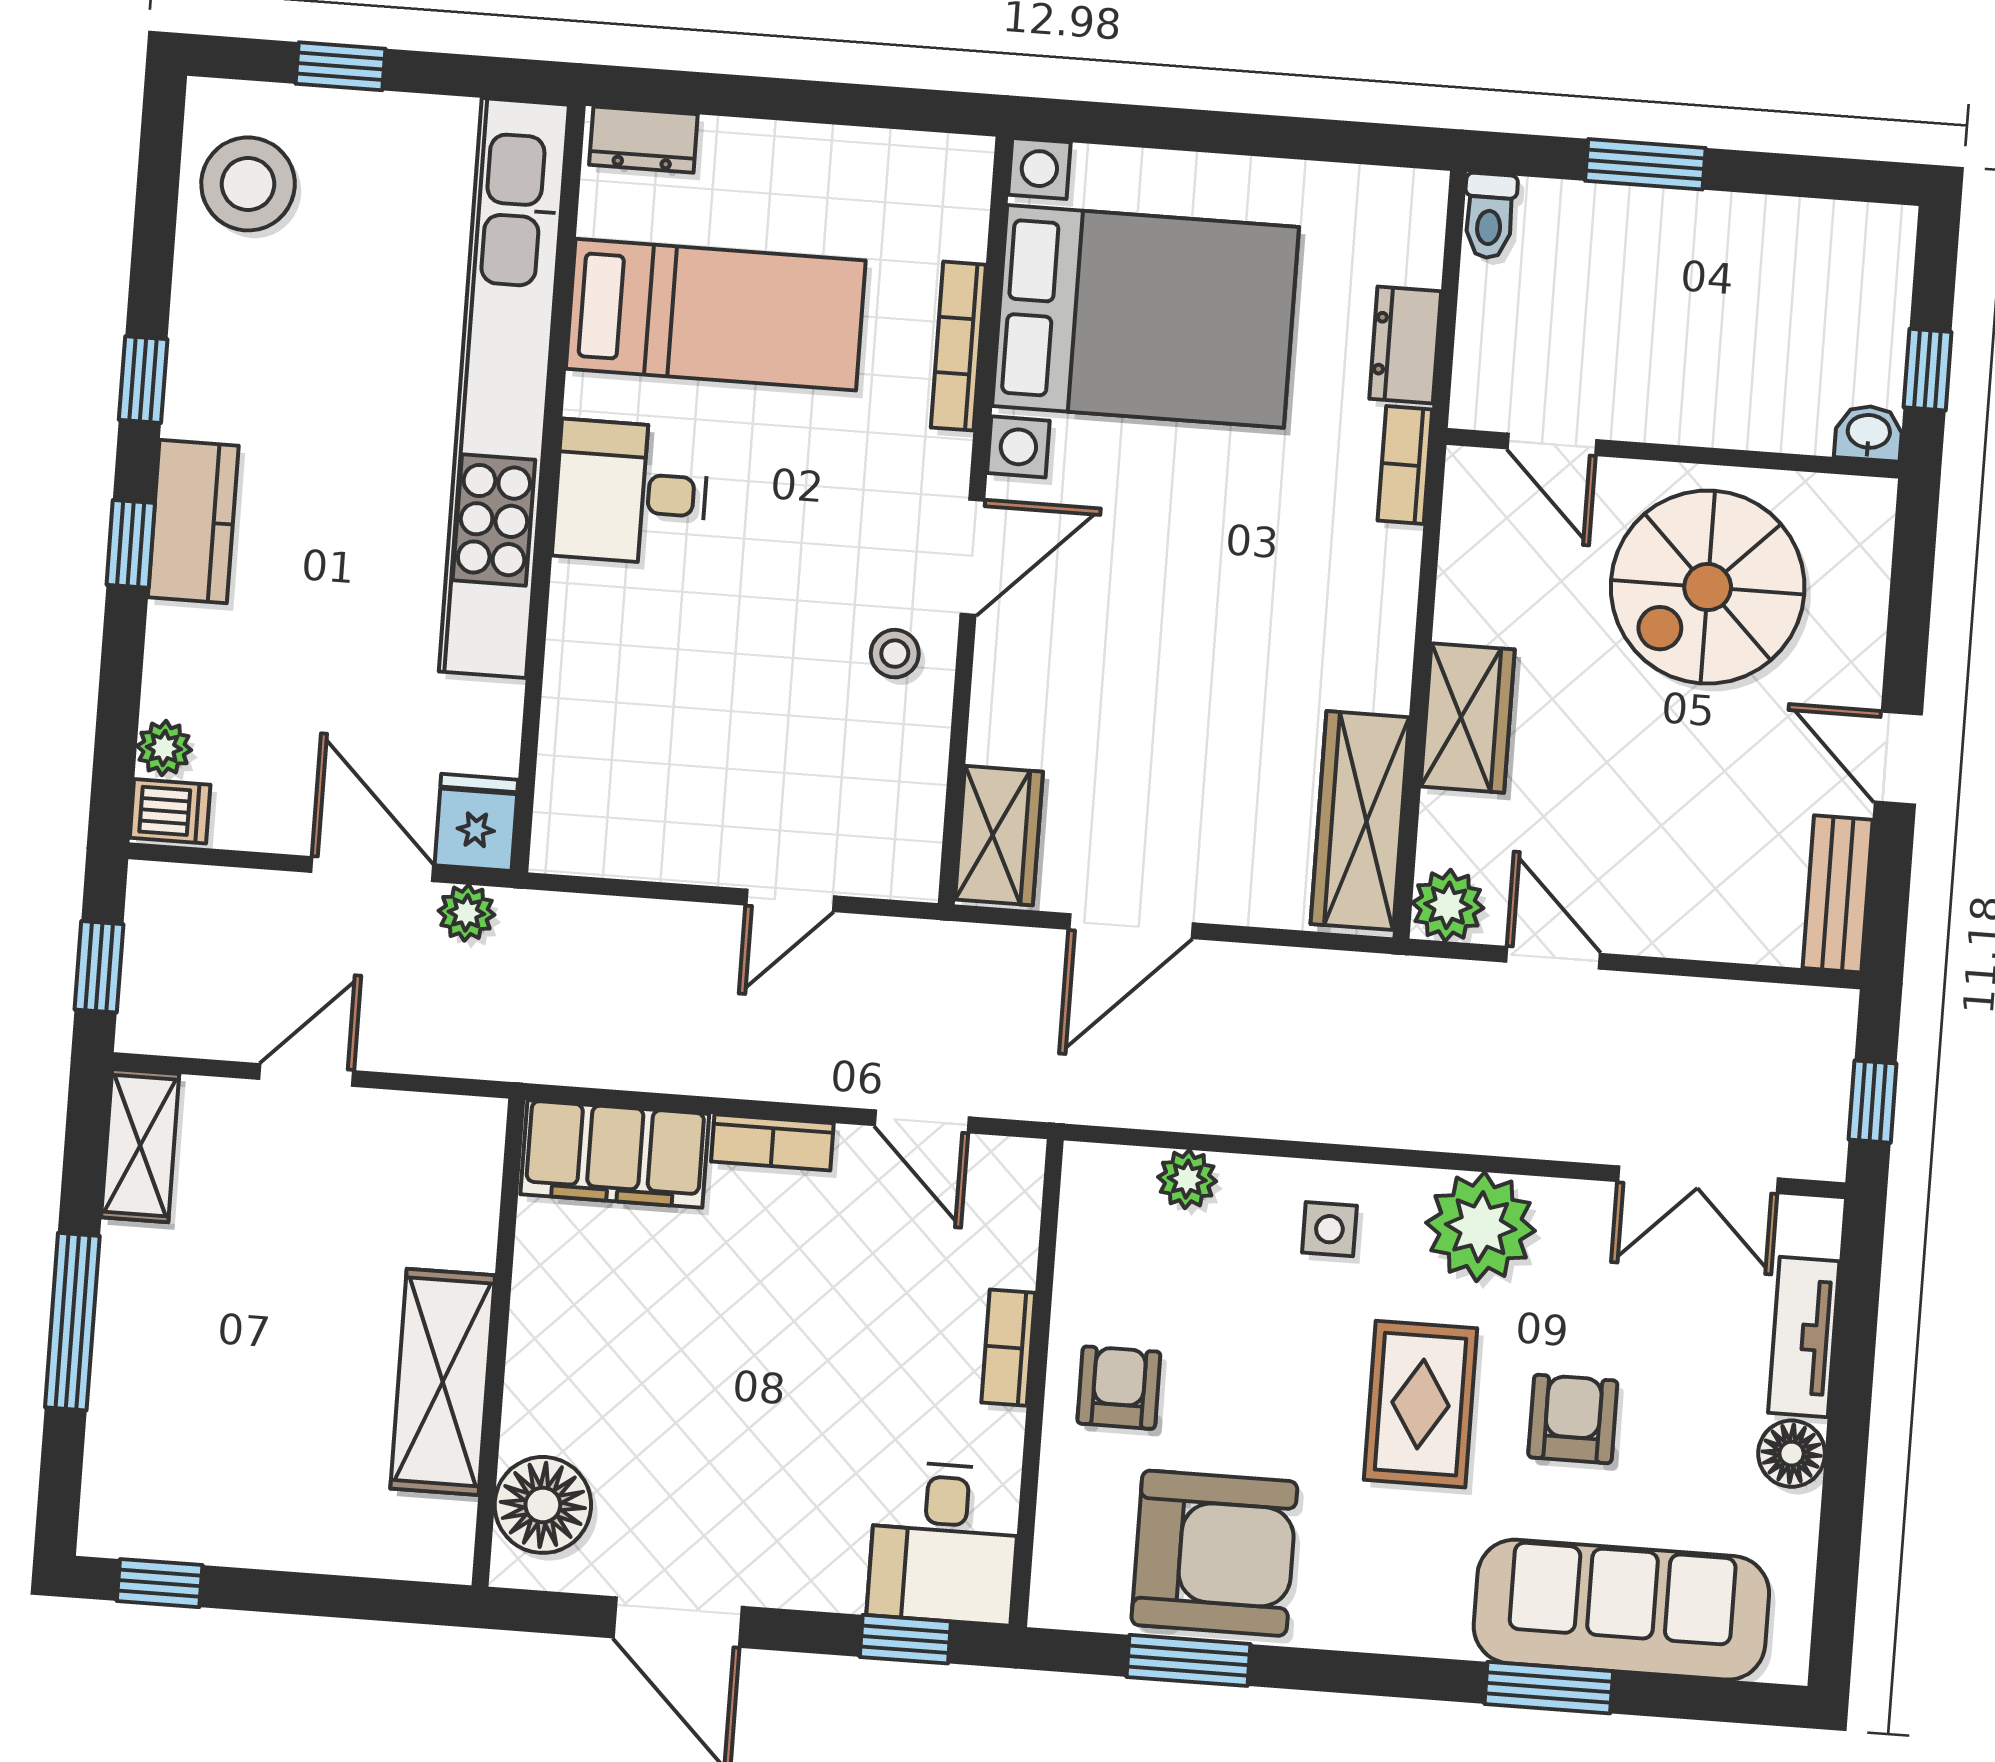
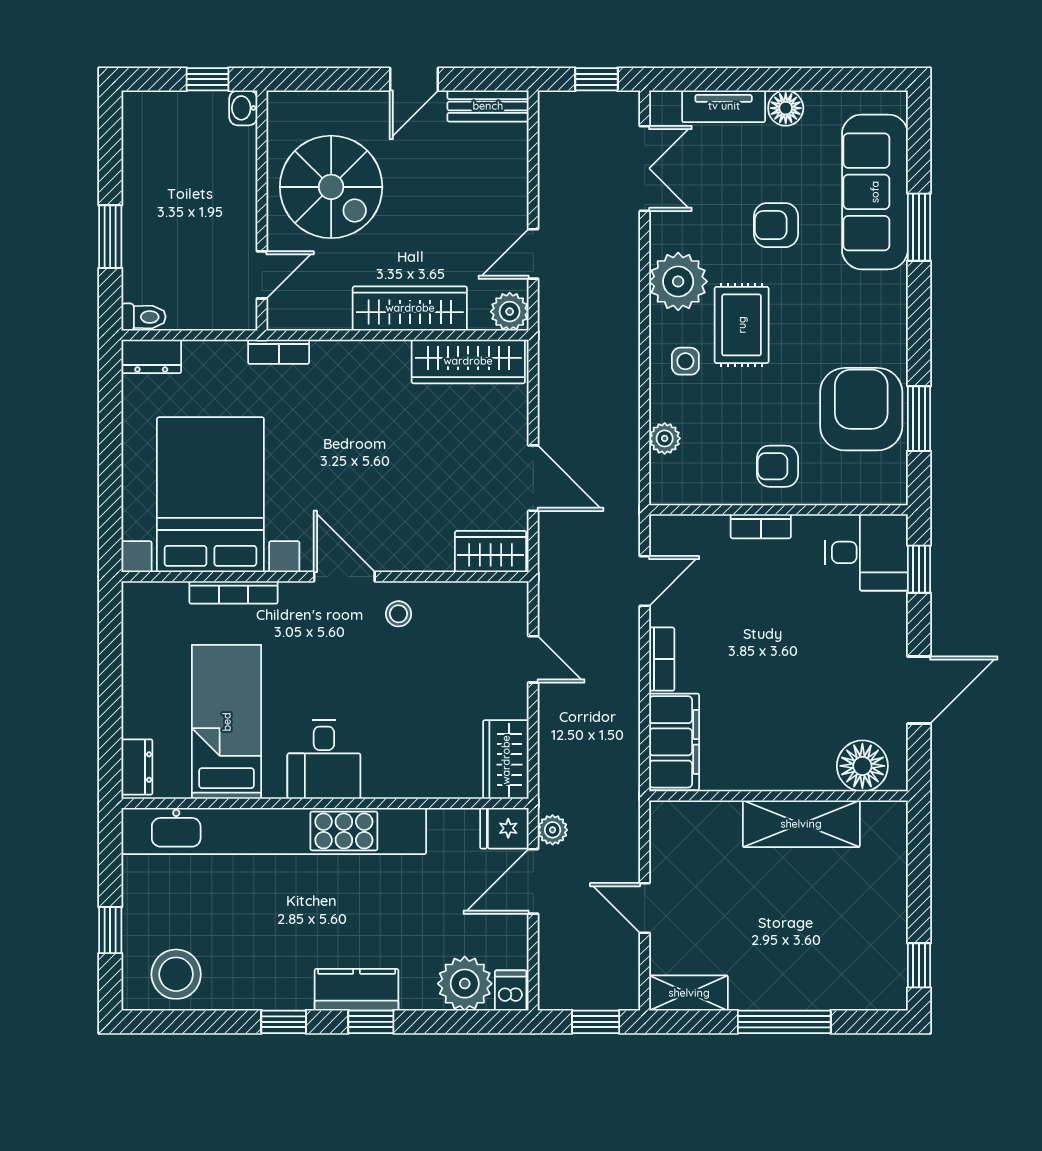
dresser: (1405, 345) -> (151, 356), moved
wardrobe: (1468, 718) -> (410, 308), width x1.50
plant: (164, 748) -> (465, 984), width x1.87, depth x1.87
wardrobe: (605, 835) -> (506, 760), added
rug: (1420, 1404) -> (742, 325), moved, turned 90

